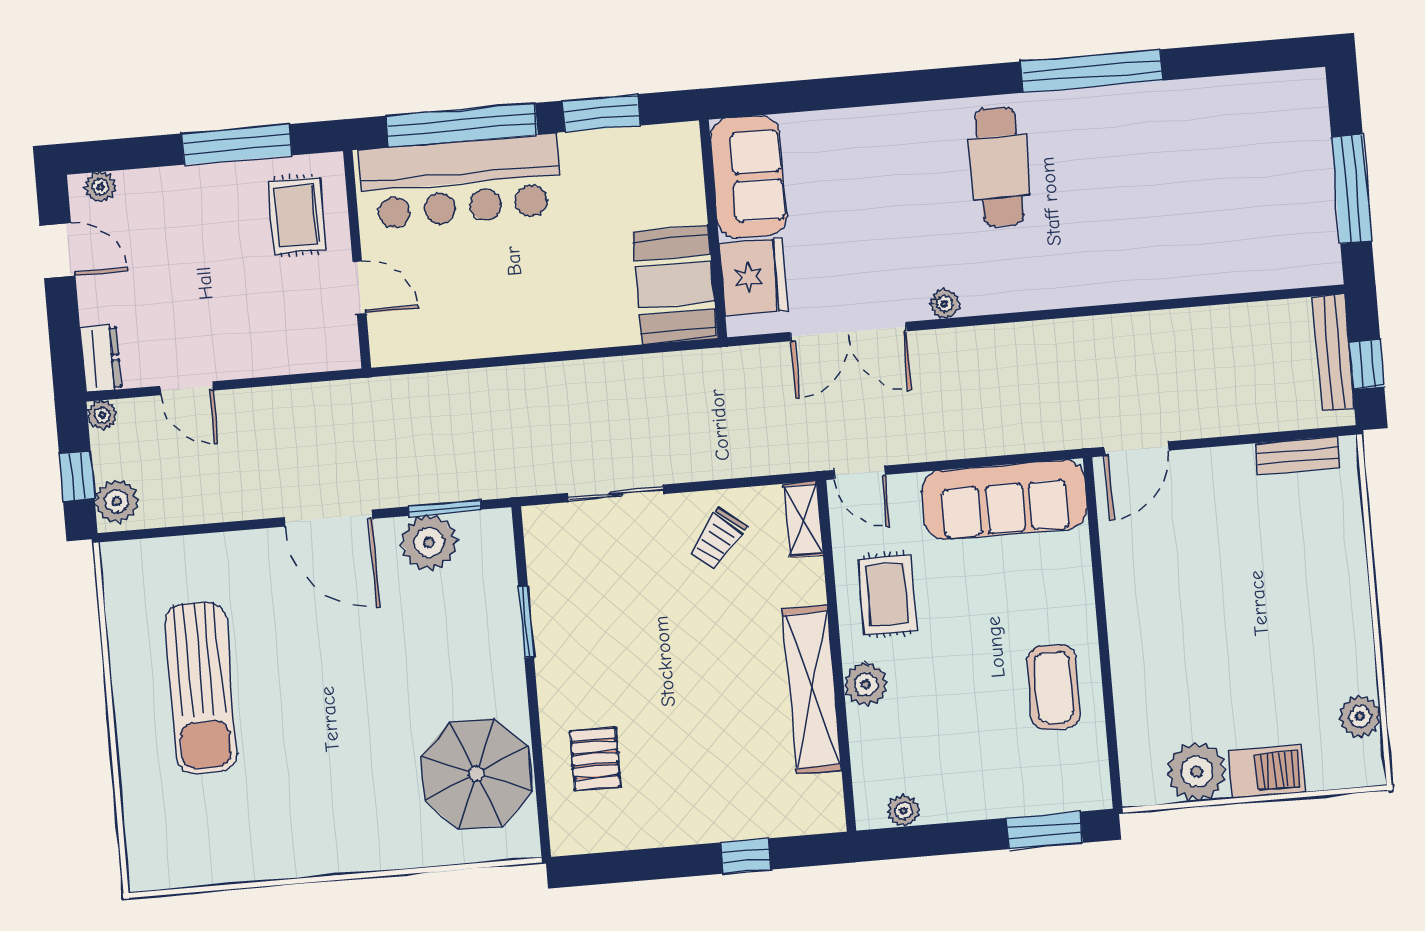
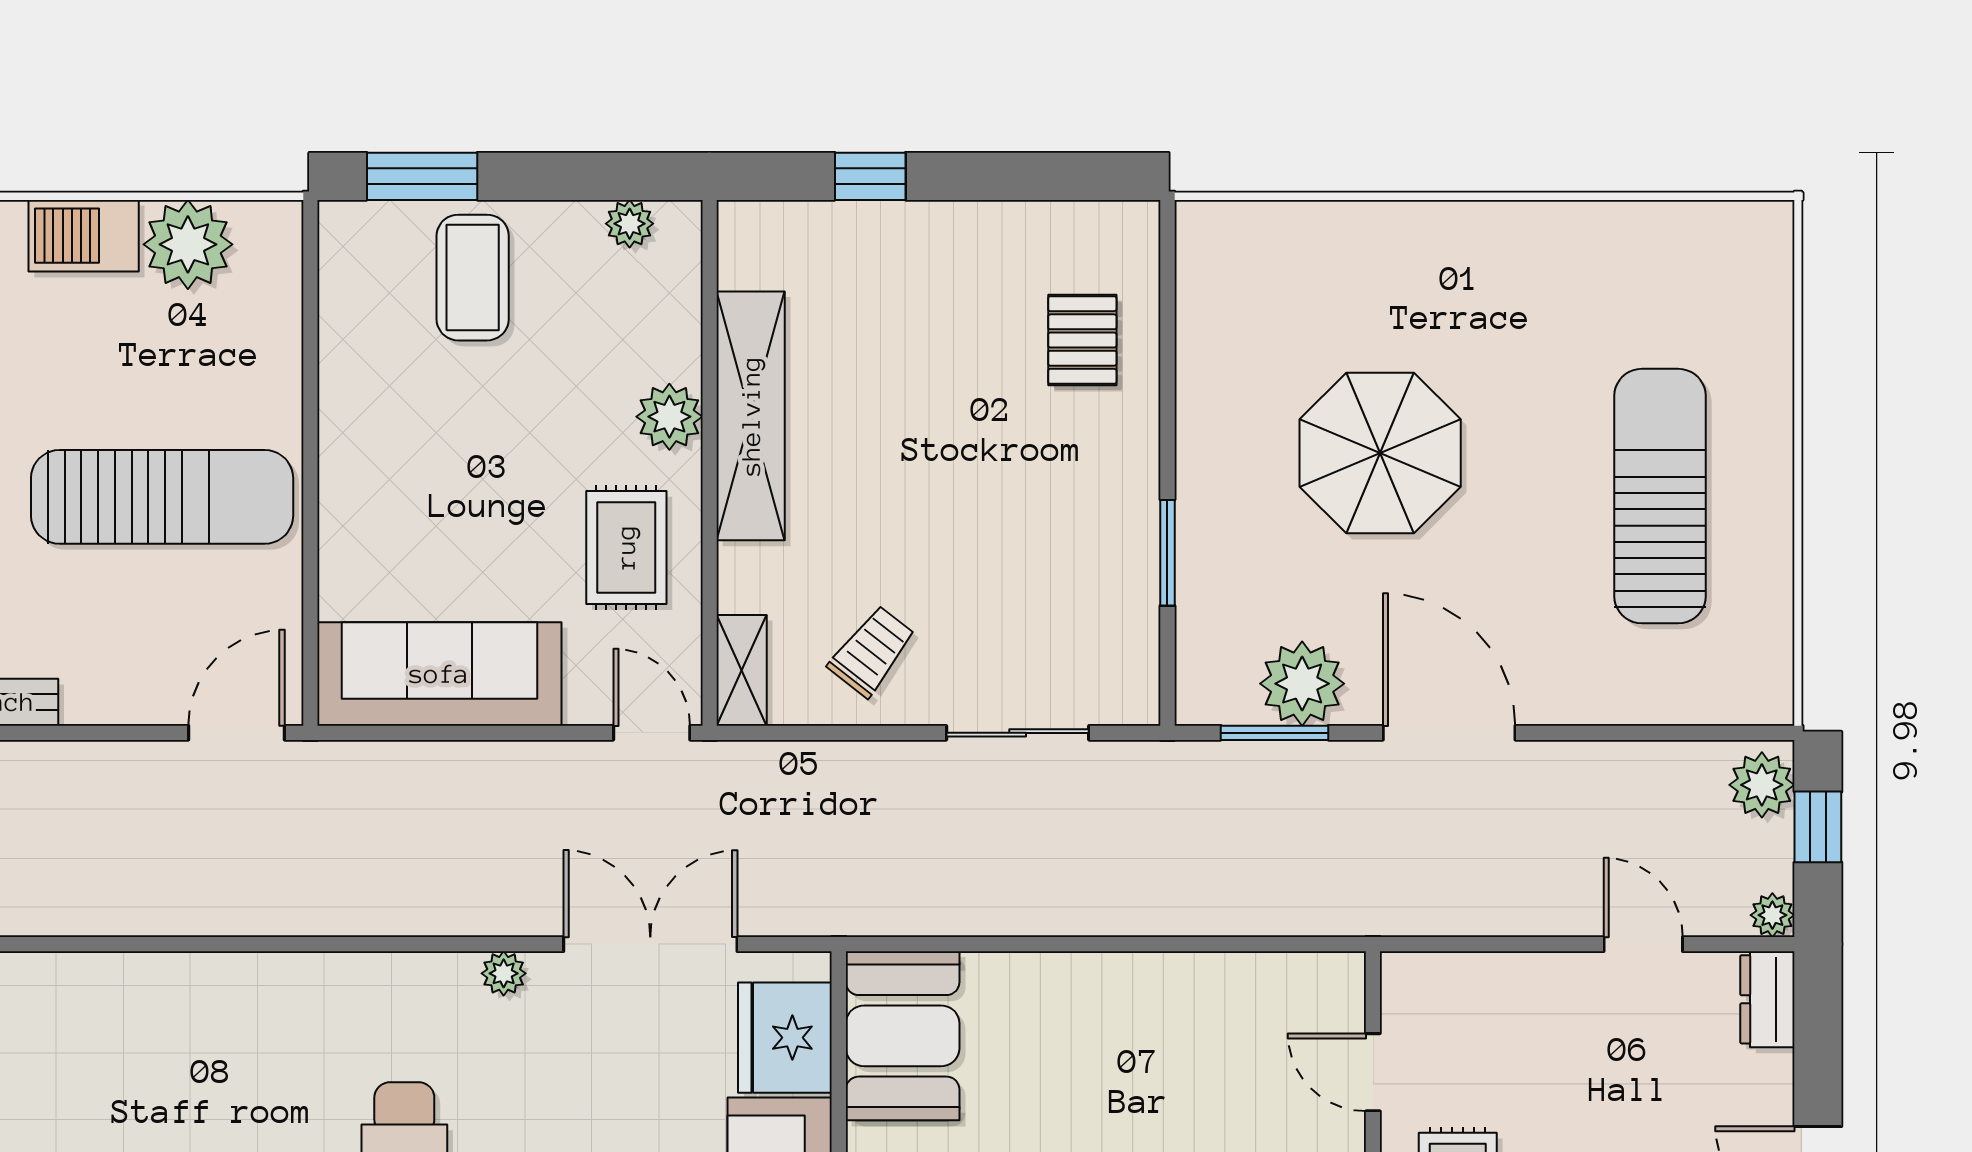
sun lounger: (1200, 602) -> (162, 497), added
coffee table: (1053, 687) -> (473, 278), moved
parasol: (476, 774) -> (1380, 453), moved

